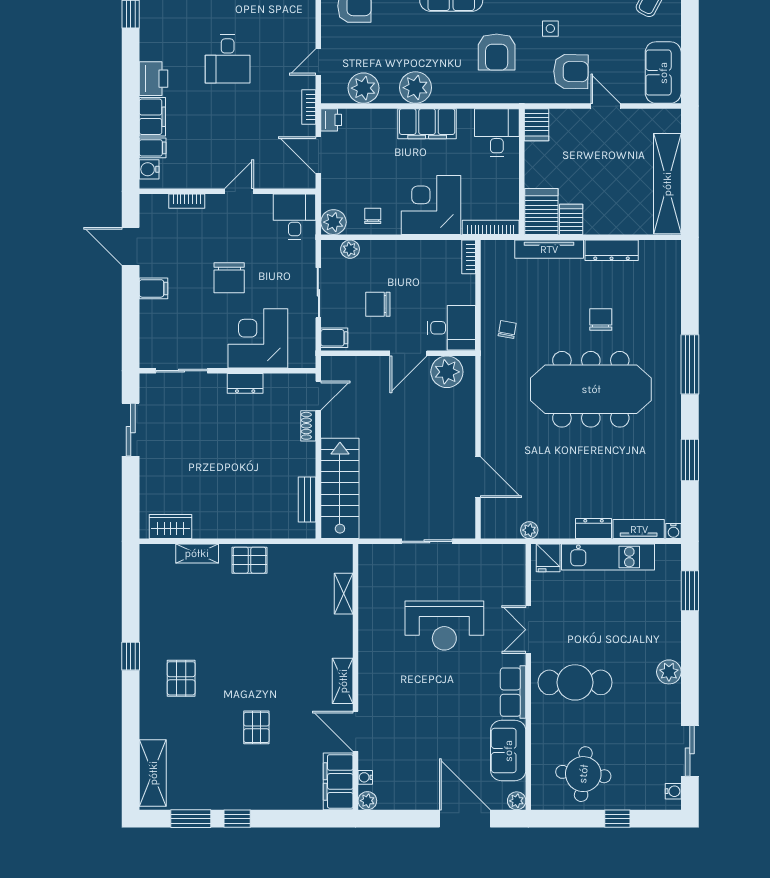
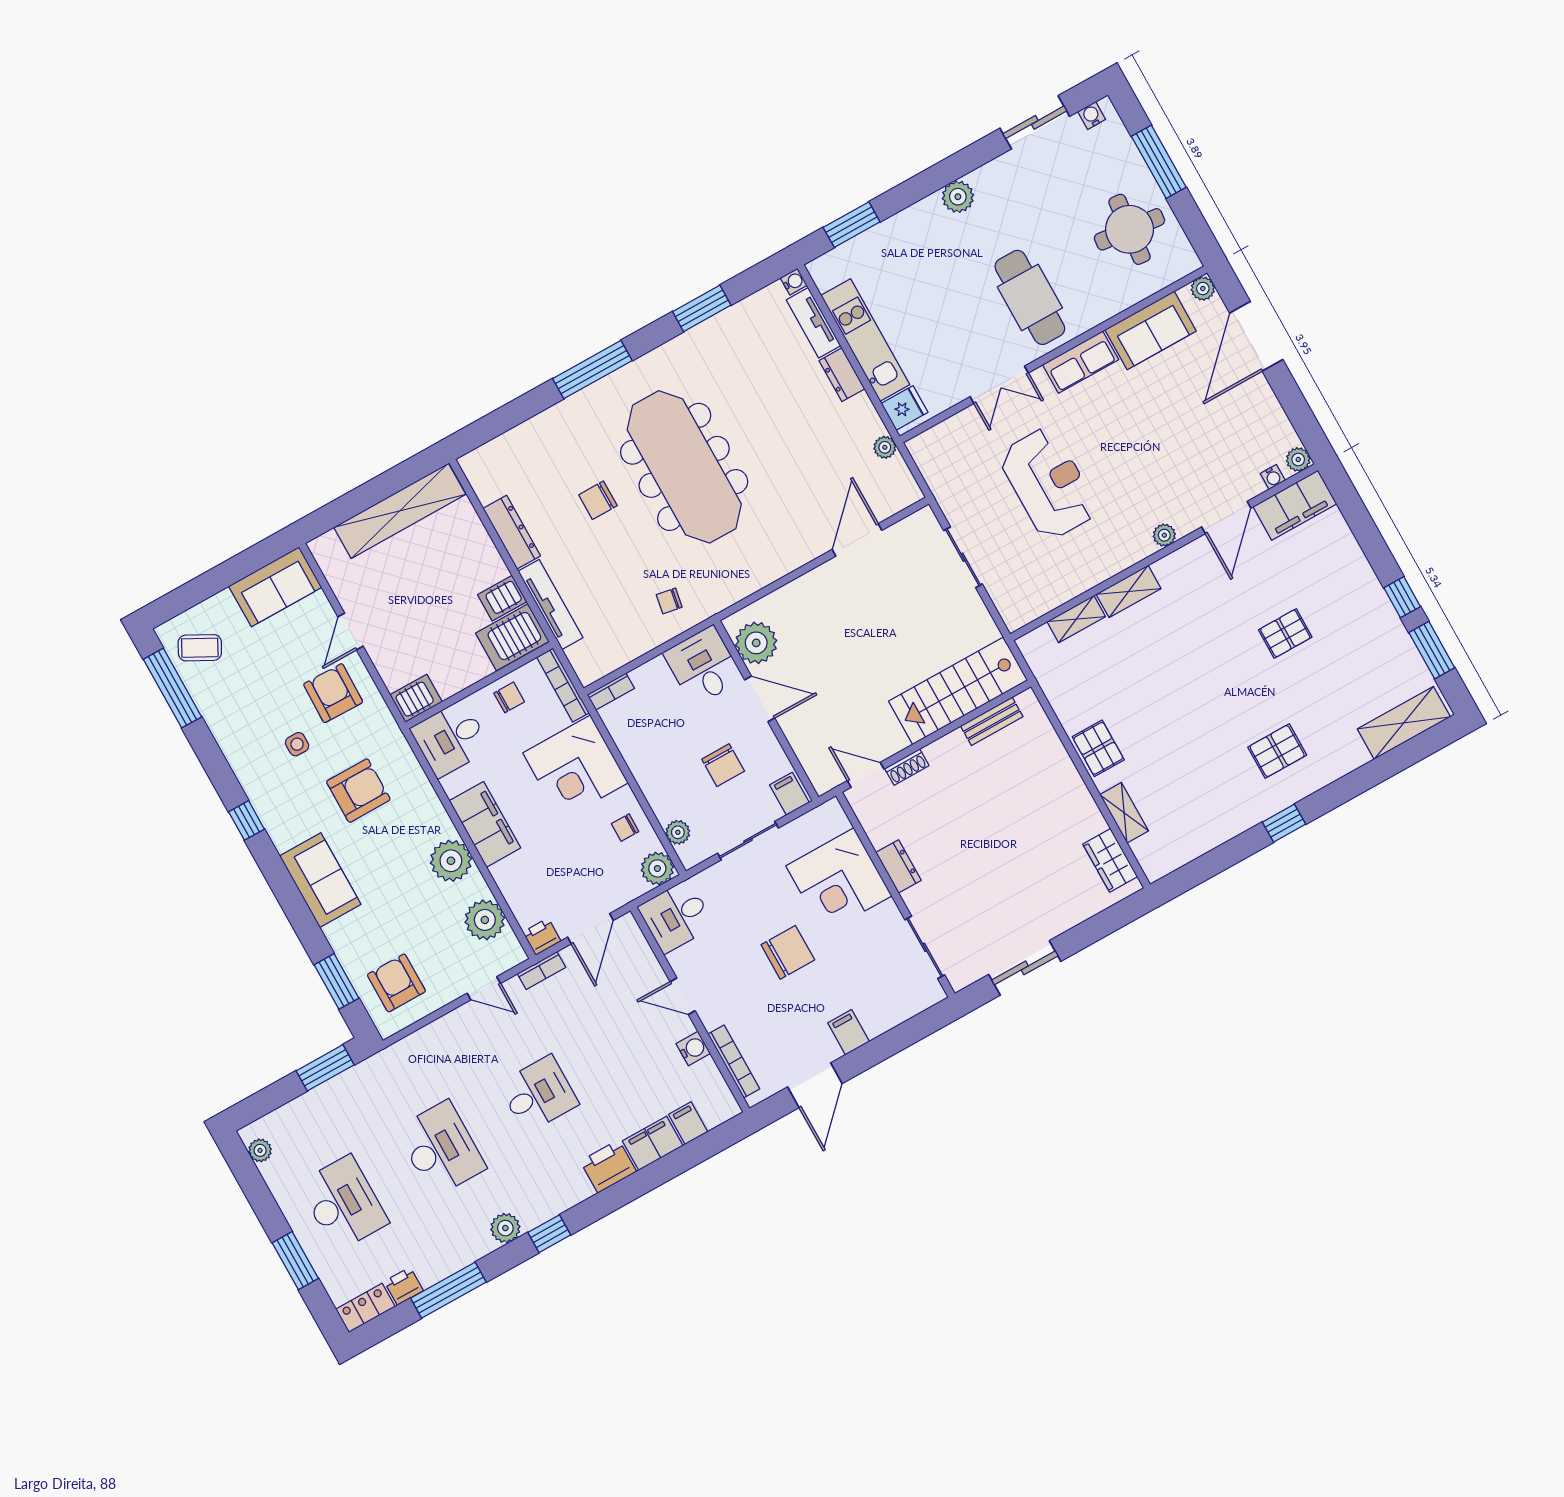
water cooler: (149, 169) -> (693, 1049), moved, turned -90
chair: (503, 187) -> (509, 697), added
bookcase: (187, 201) -> (734, 1062), width x1.56
shelving: (343, 681) -> (1129, 591), moved
plant: (367, 683) -> (1164, 535), added
window: (617, 819) -> (1159, 162), width x2.17

